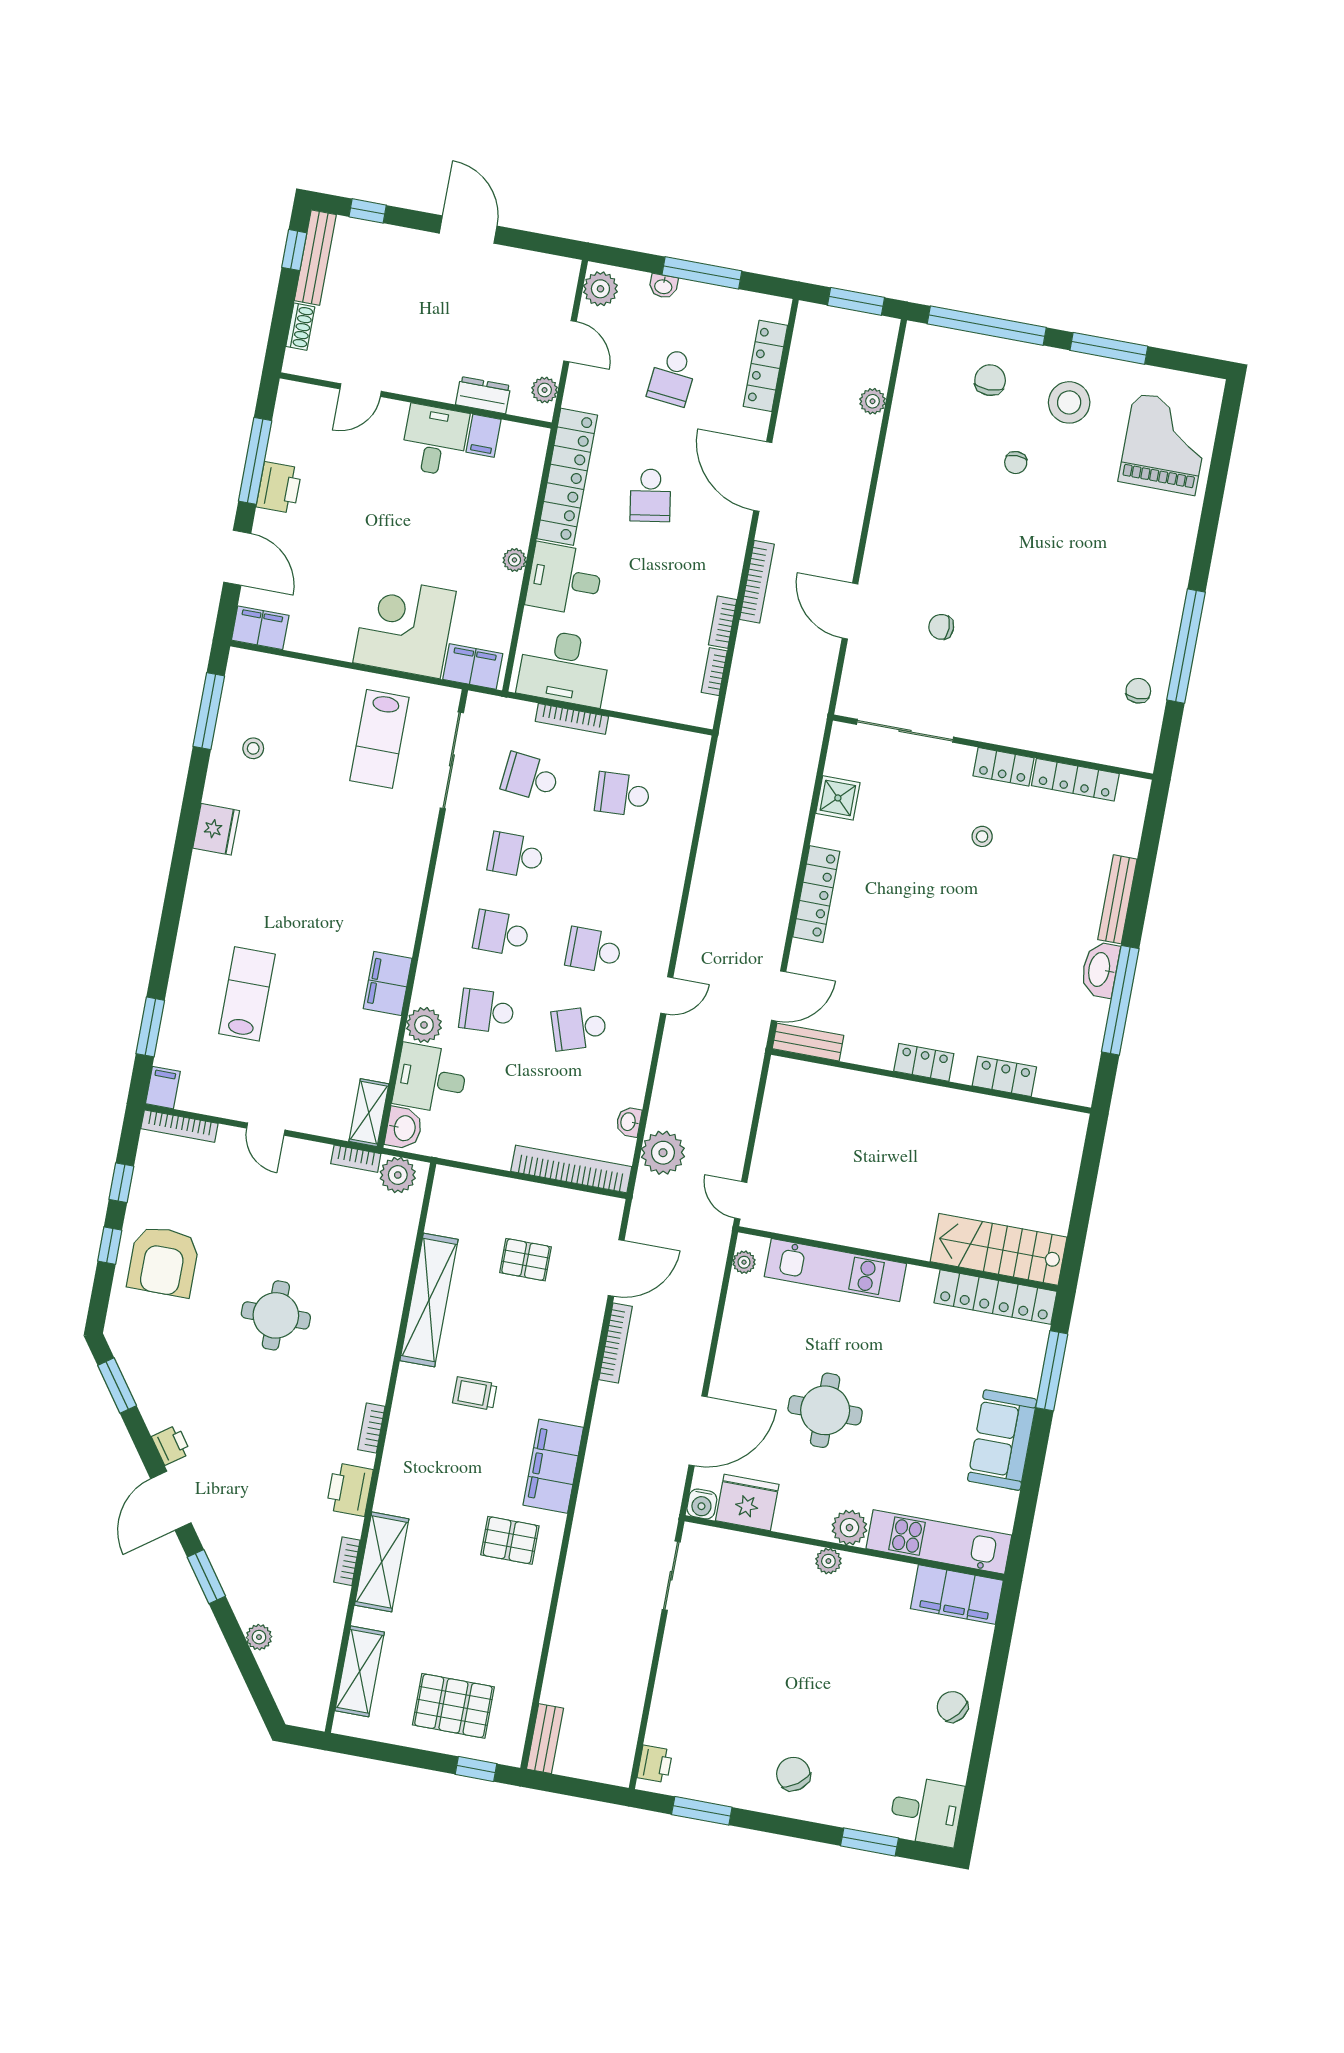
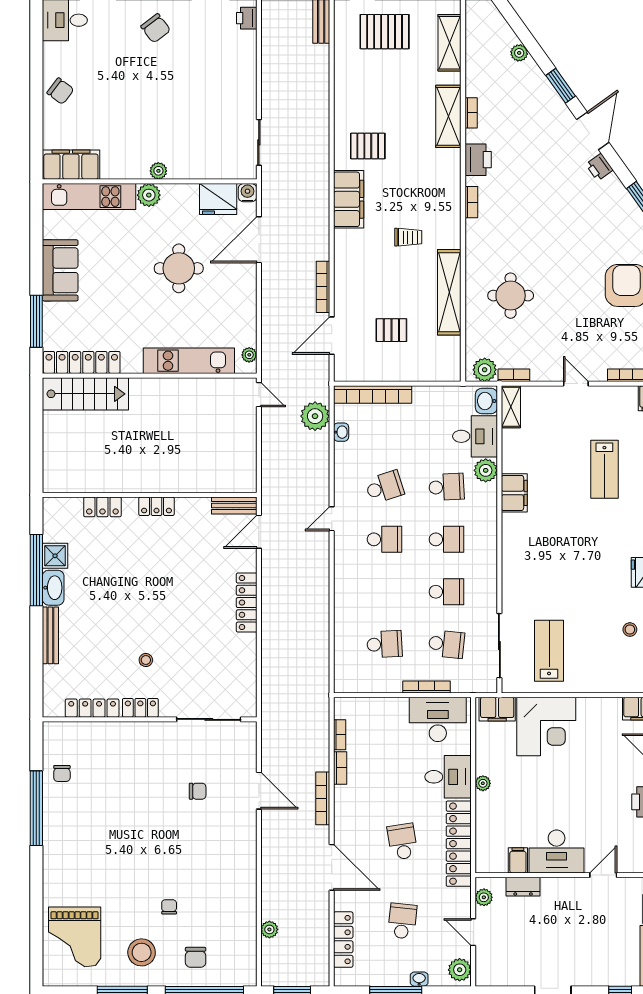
desk: (435, 440) -> (557, 851), width x1.37
shower: (838, 798) -> (55, 556), moved
round table: (276, 1315) -> (511, 296), moved

